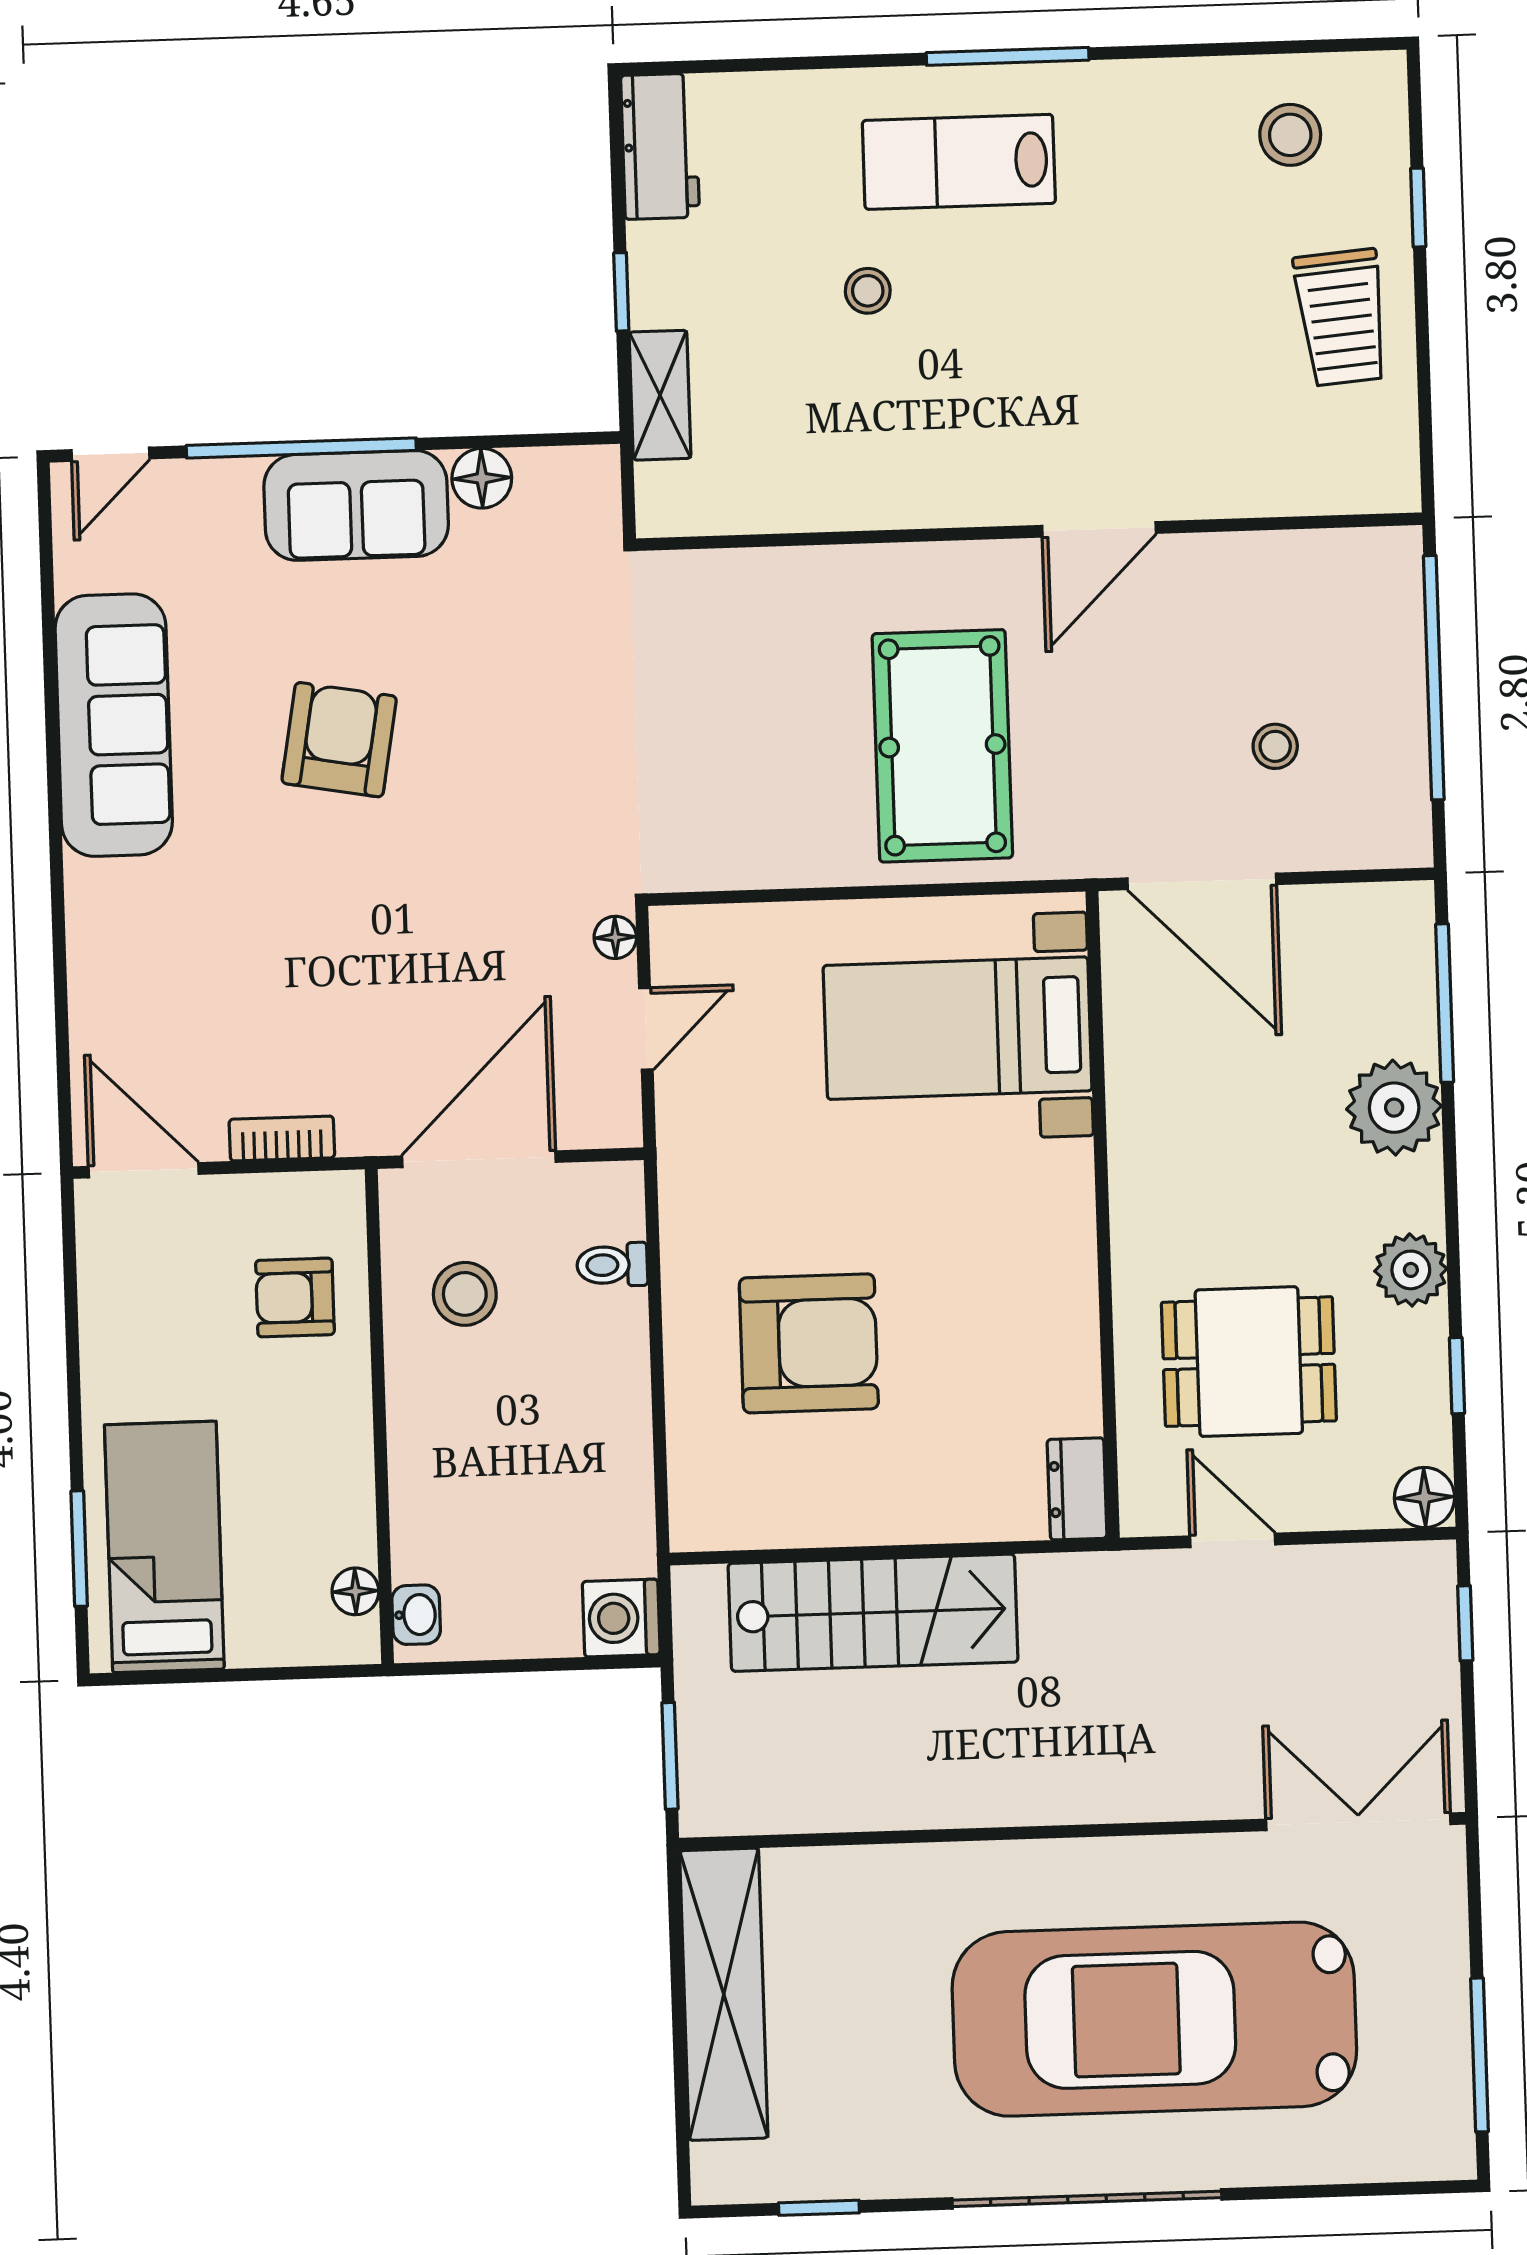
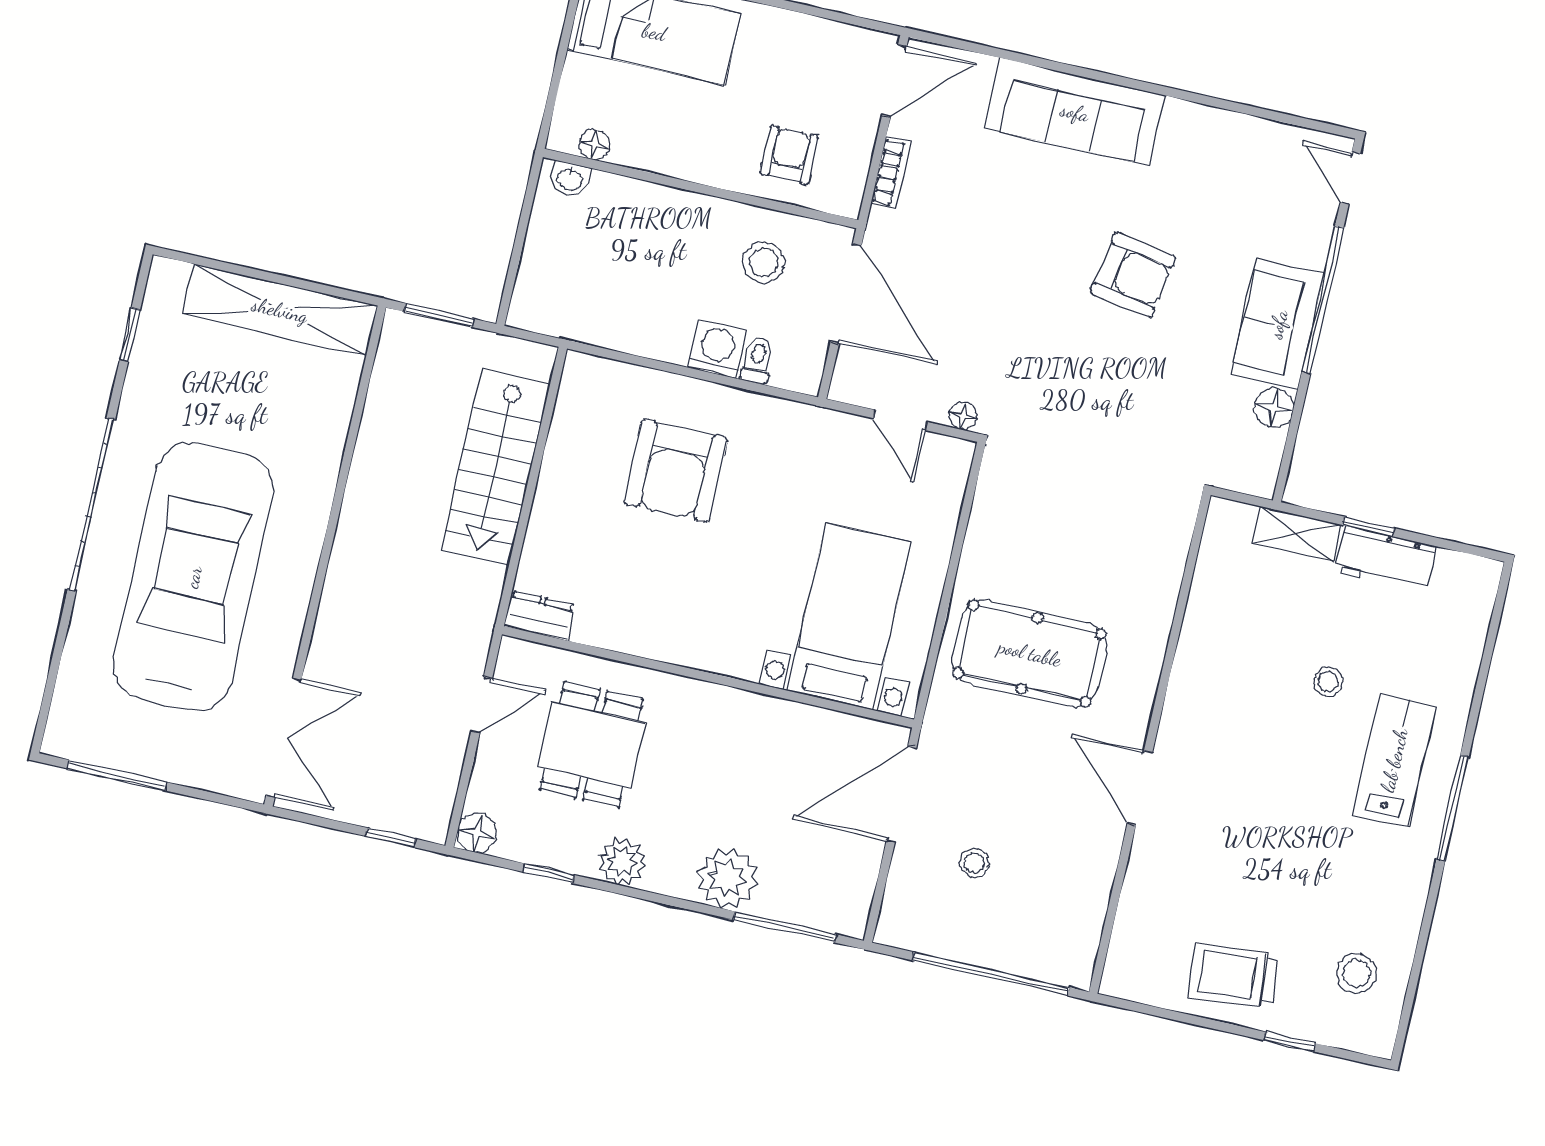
workbench: (660, 146) -> (1385, 559), moved
sofa: (114, 725) -> (1075, 112), moved
washing machine: (621, 1618) -> (717, 349), moved

